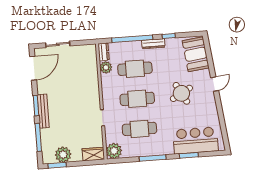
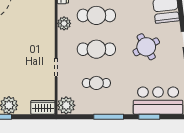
plant: (106, 67) -> (64, 23), moved
cafe table: (139, 129) -> (96, 83), width x0.73, depth x0.74

